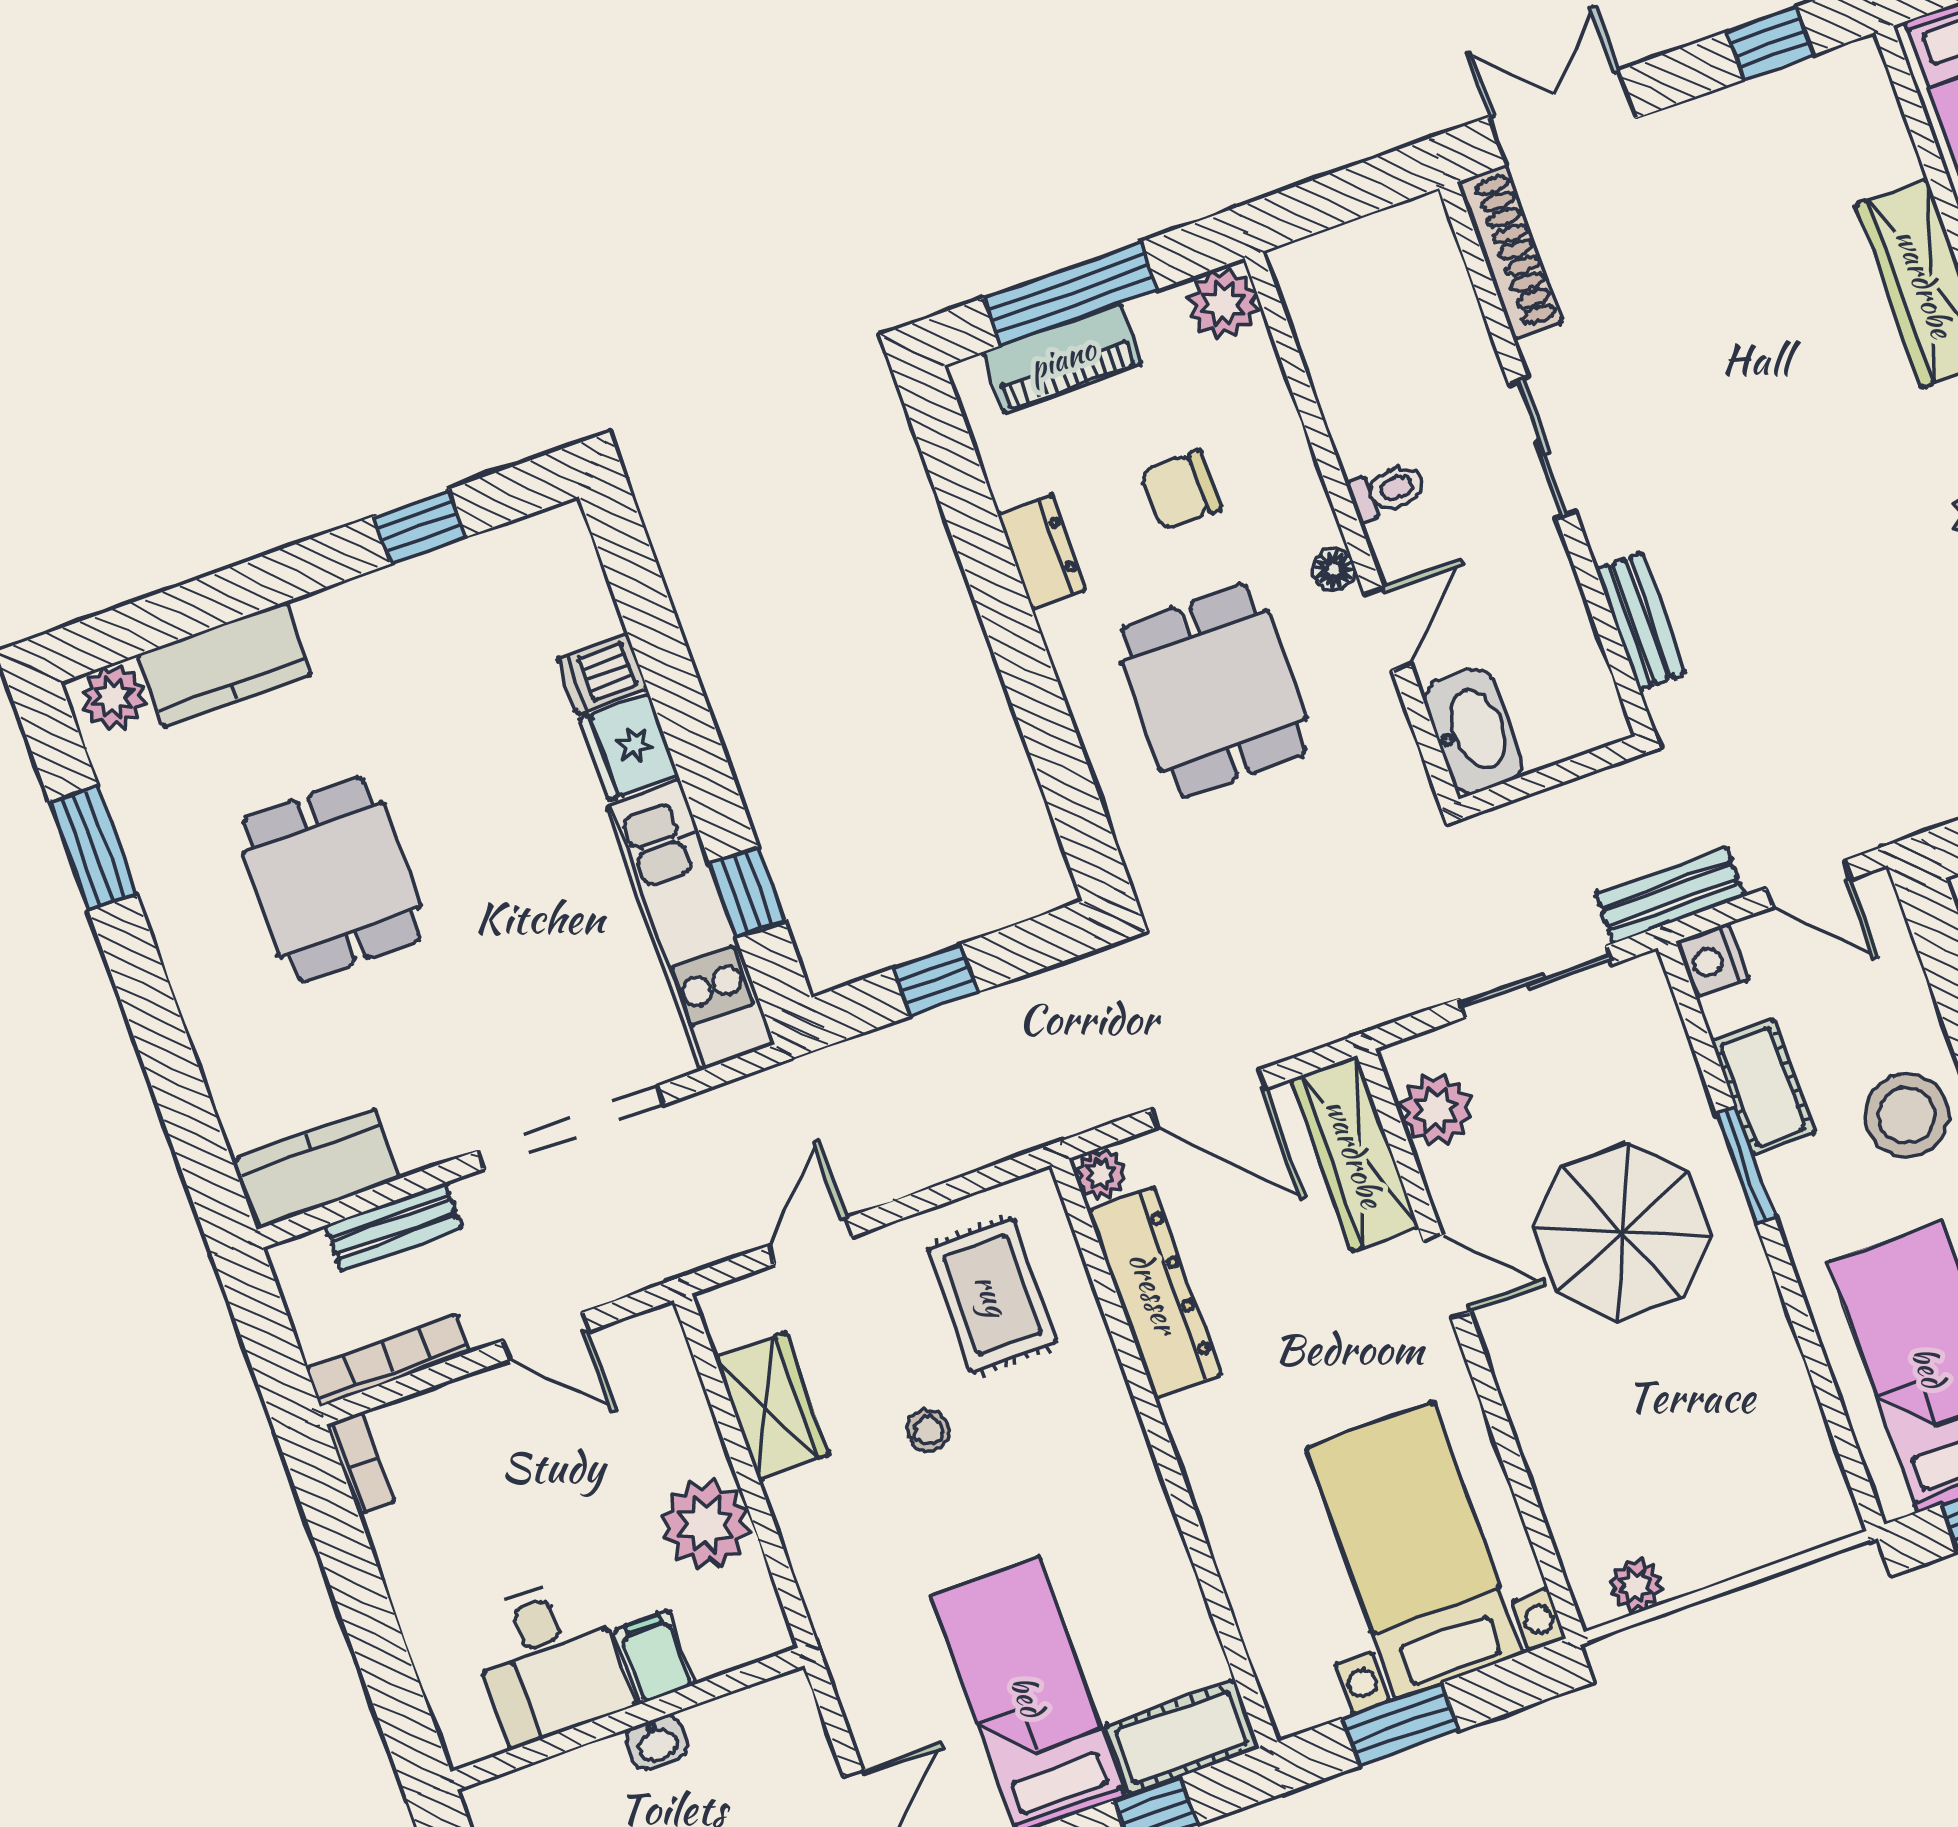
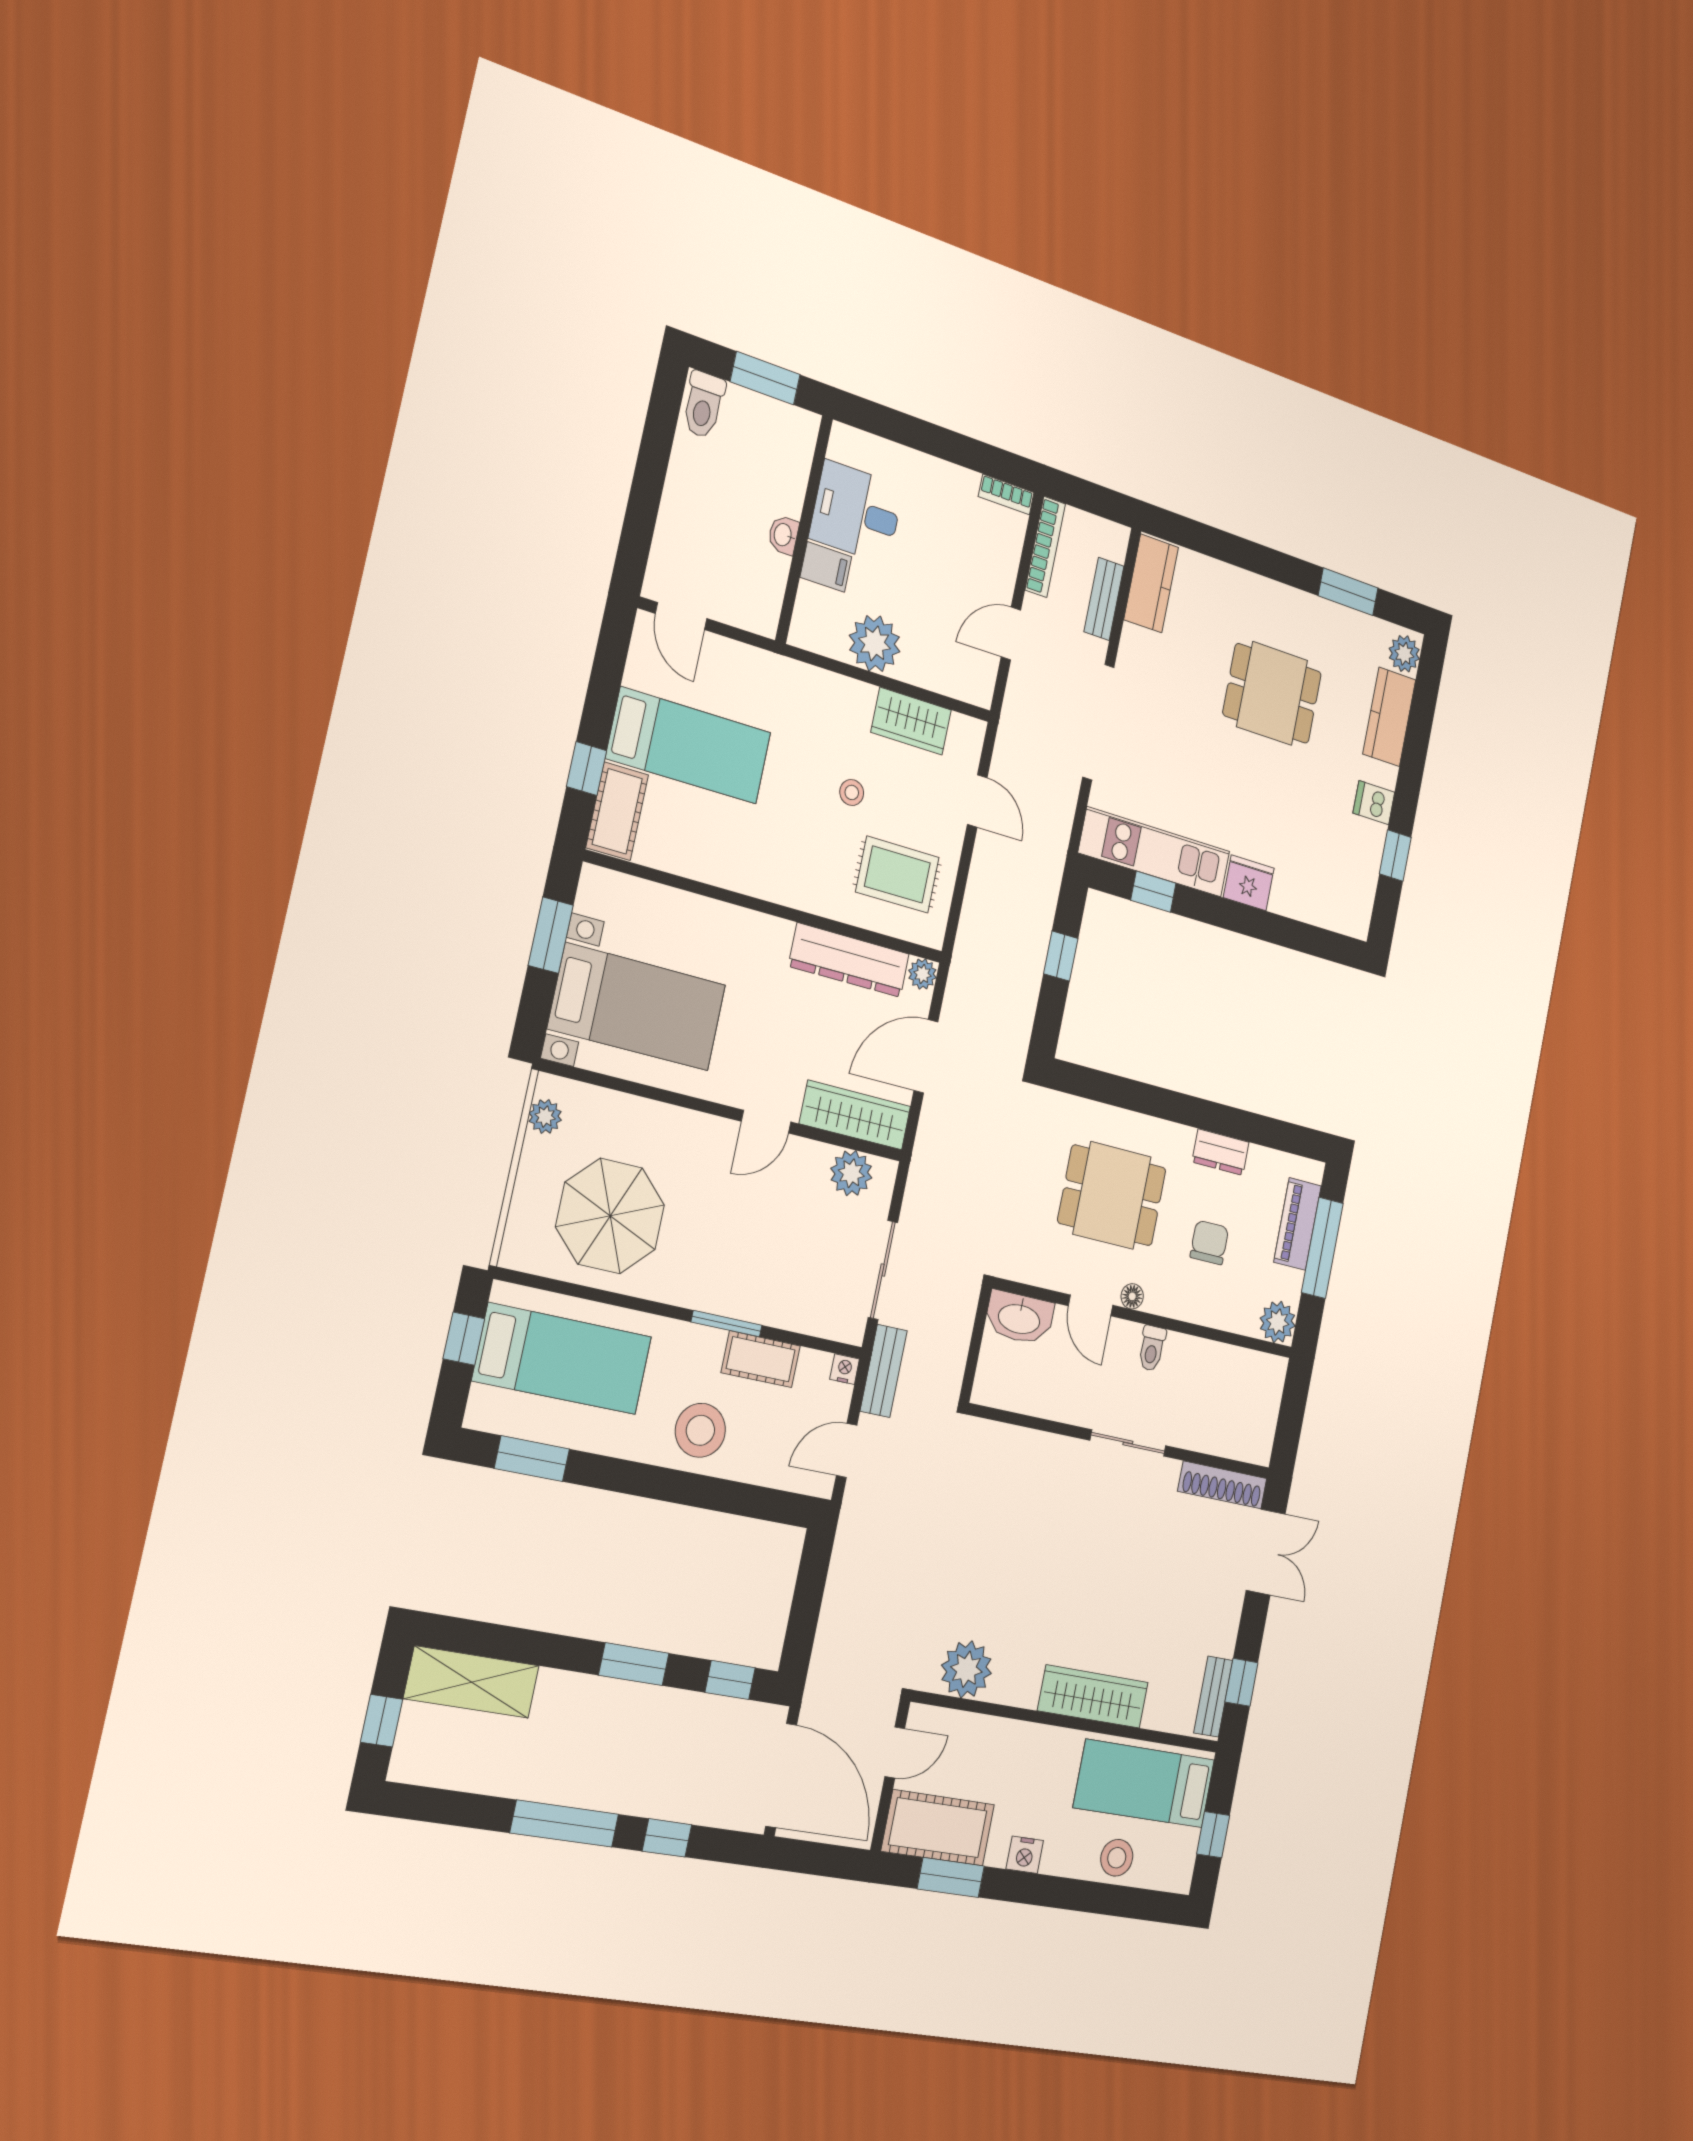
bench: (1640, 622) -> (1213, 1697), moved, turned 90
dishwasher: (602, 674) -> (1374, 803), moved, turned -90
nightstand: (1712, 960) -> (845, 1369), width x0.72, depth x0.74
parasol: (1622, 1232) -> (610, 1216), moved

